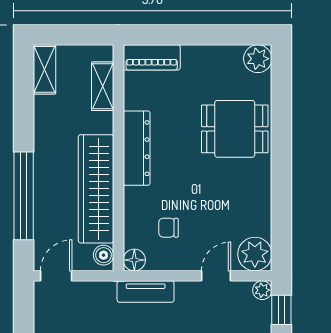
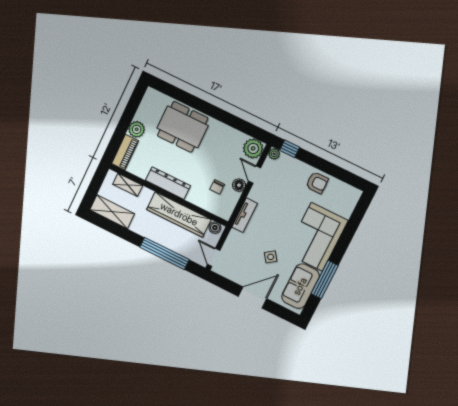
plant: (258, 59) -> (137, 129), moved
shelving: (44, 69) -> (112, 212), width x1.50, depth x1.33
dining table: (235, 129) -> (183, 127), width x1.38
floor lamp: (134, 260) -> (239, 185), moved

